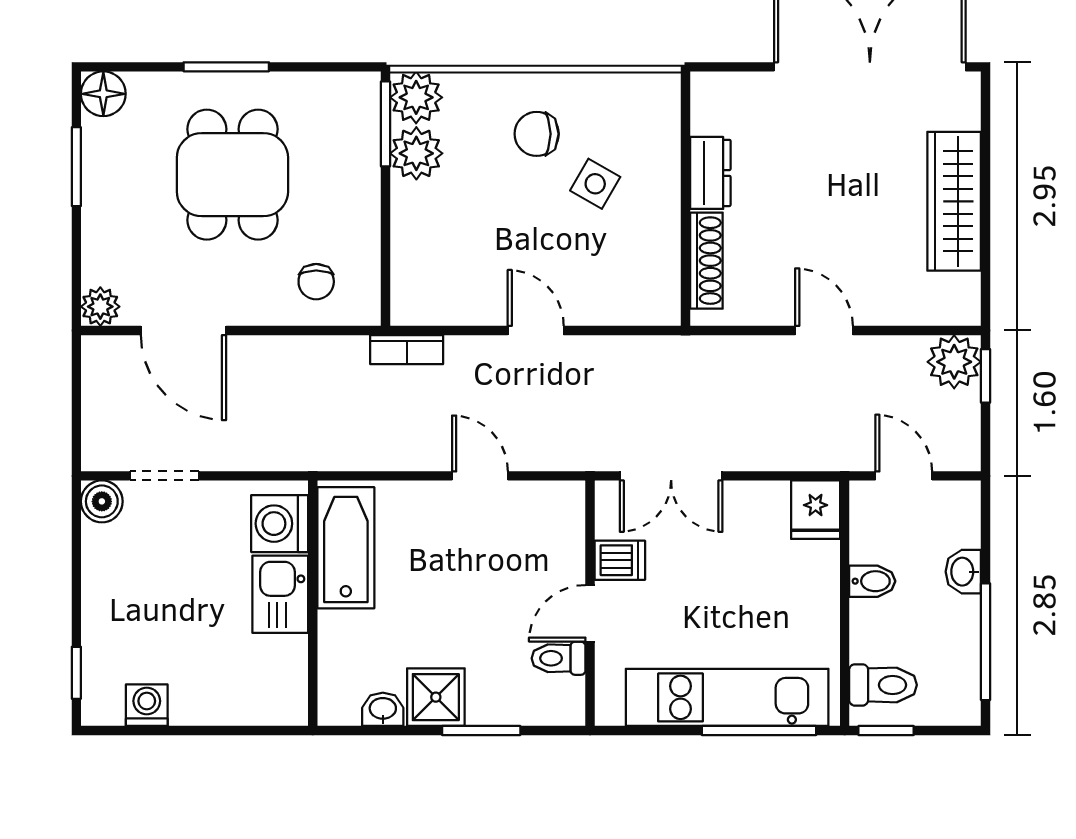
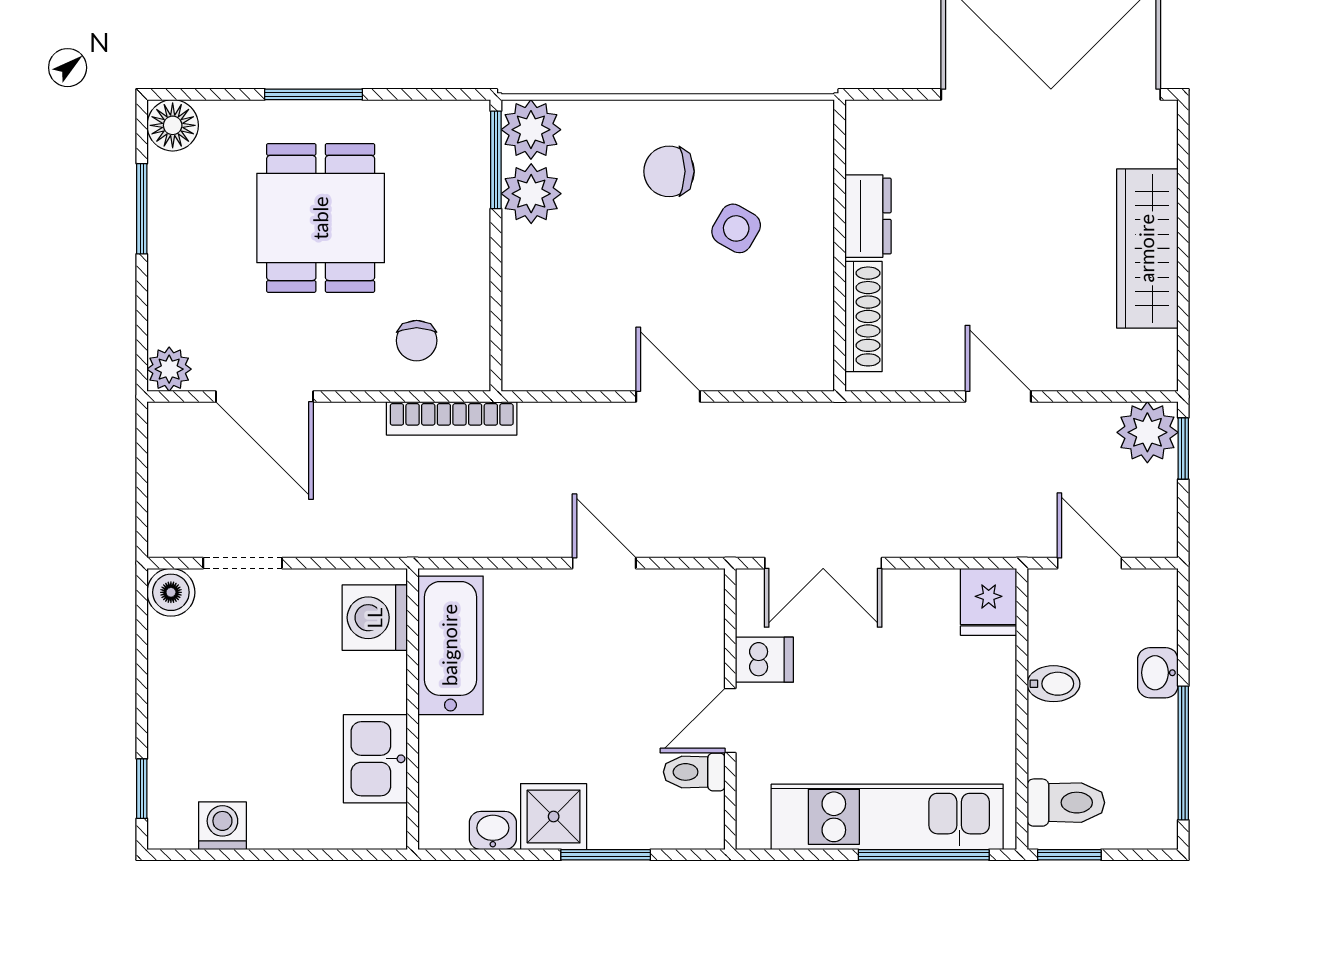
bookcase: (407, 350) -> (452, 418), moved, width x1.56
kitchen sink: (280, 594) -> (375, 759), moved

